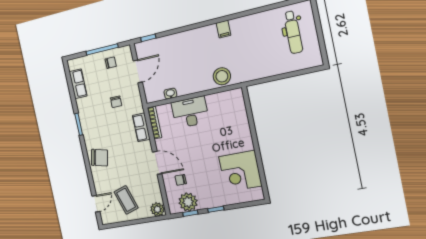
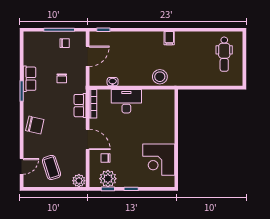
row of seats: (78, 84) -> (30, 79), moved

